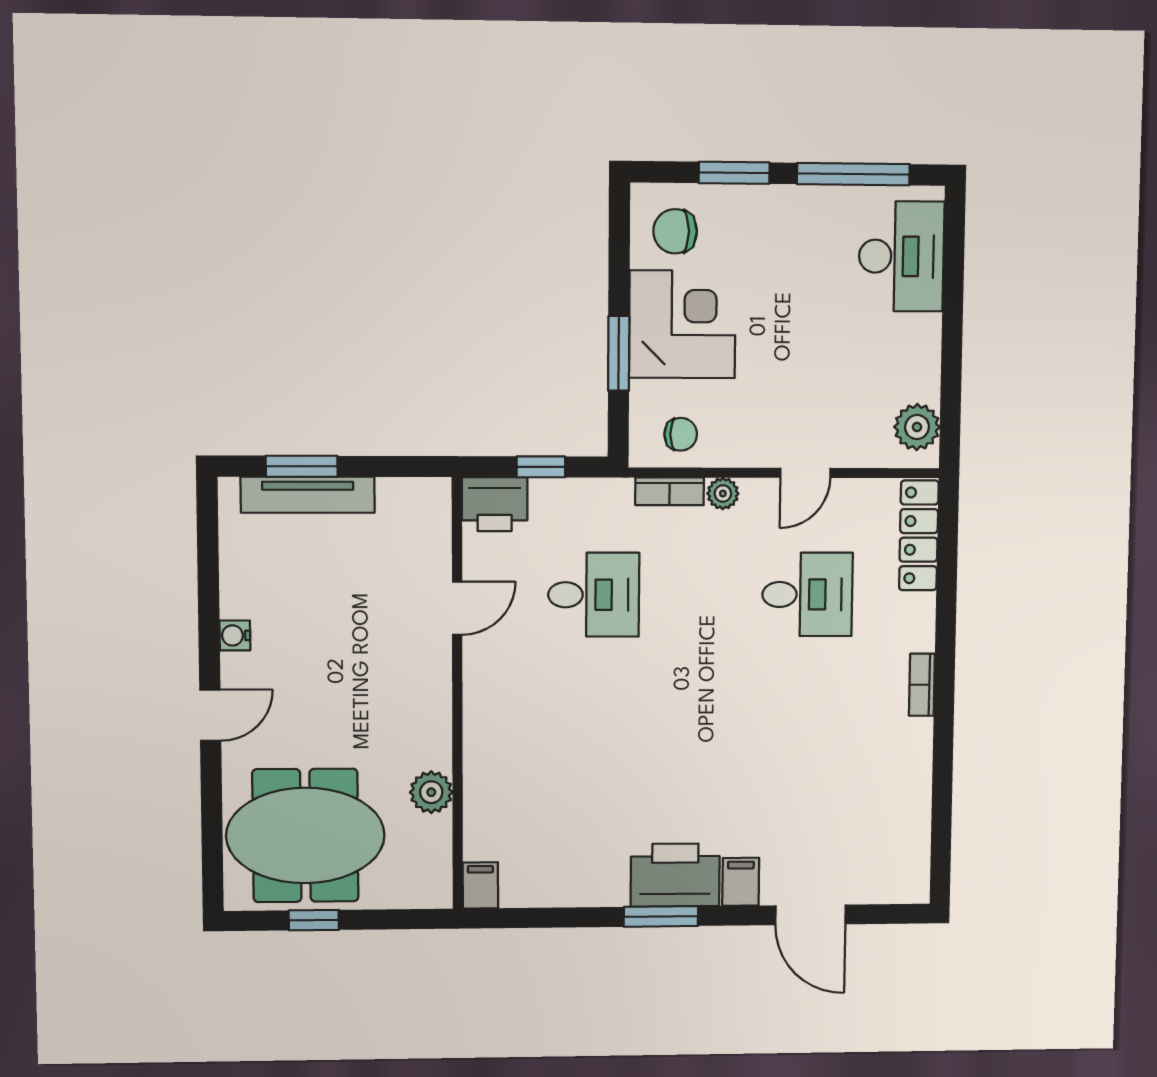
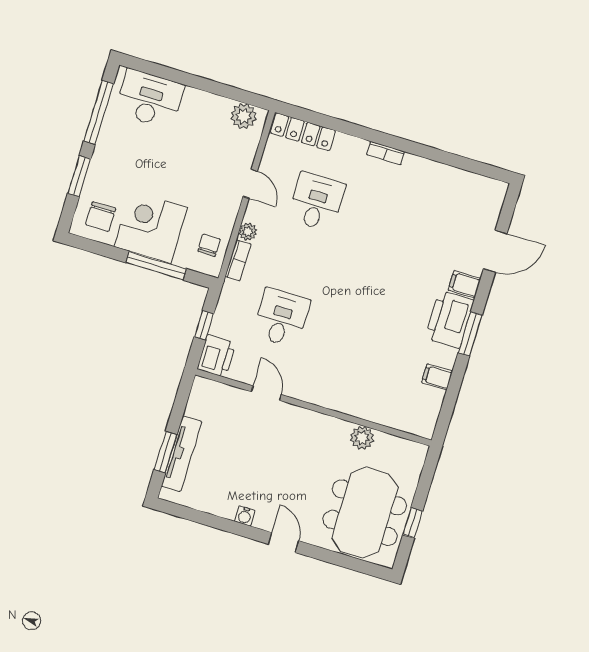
window: (619, 353) -> (156, 266), width x1.44
filing cabinet: (480, 885) -> (437, 377), moved

